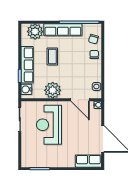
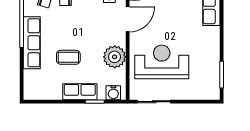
plant: (35, 32) -> (34, 81), removed
row of seats: (27, 65) -> (80, 92), width x0.68
reception desk: (49, 125) -> (162, 62), turned 180

